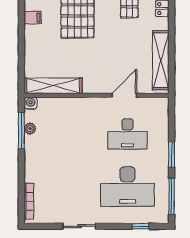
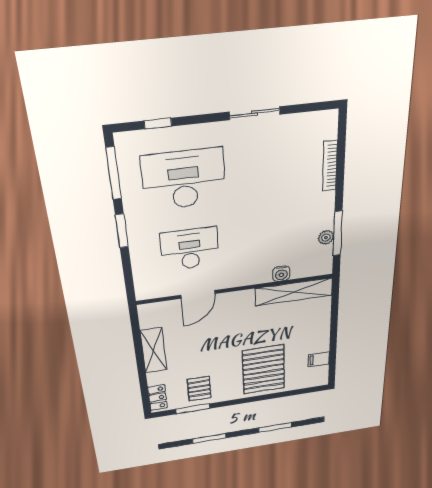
shelving: (161, 60) -> (154, 350), width x0.68
water cooler: (31, 103) -> (281, 274), moved
bookcase: (29, 201) -> (330, 166), moved

